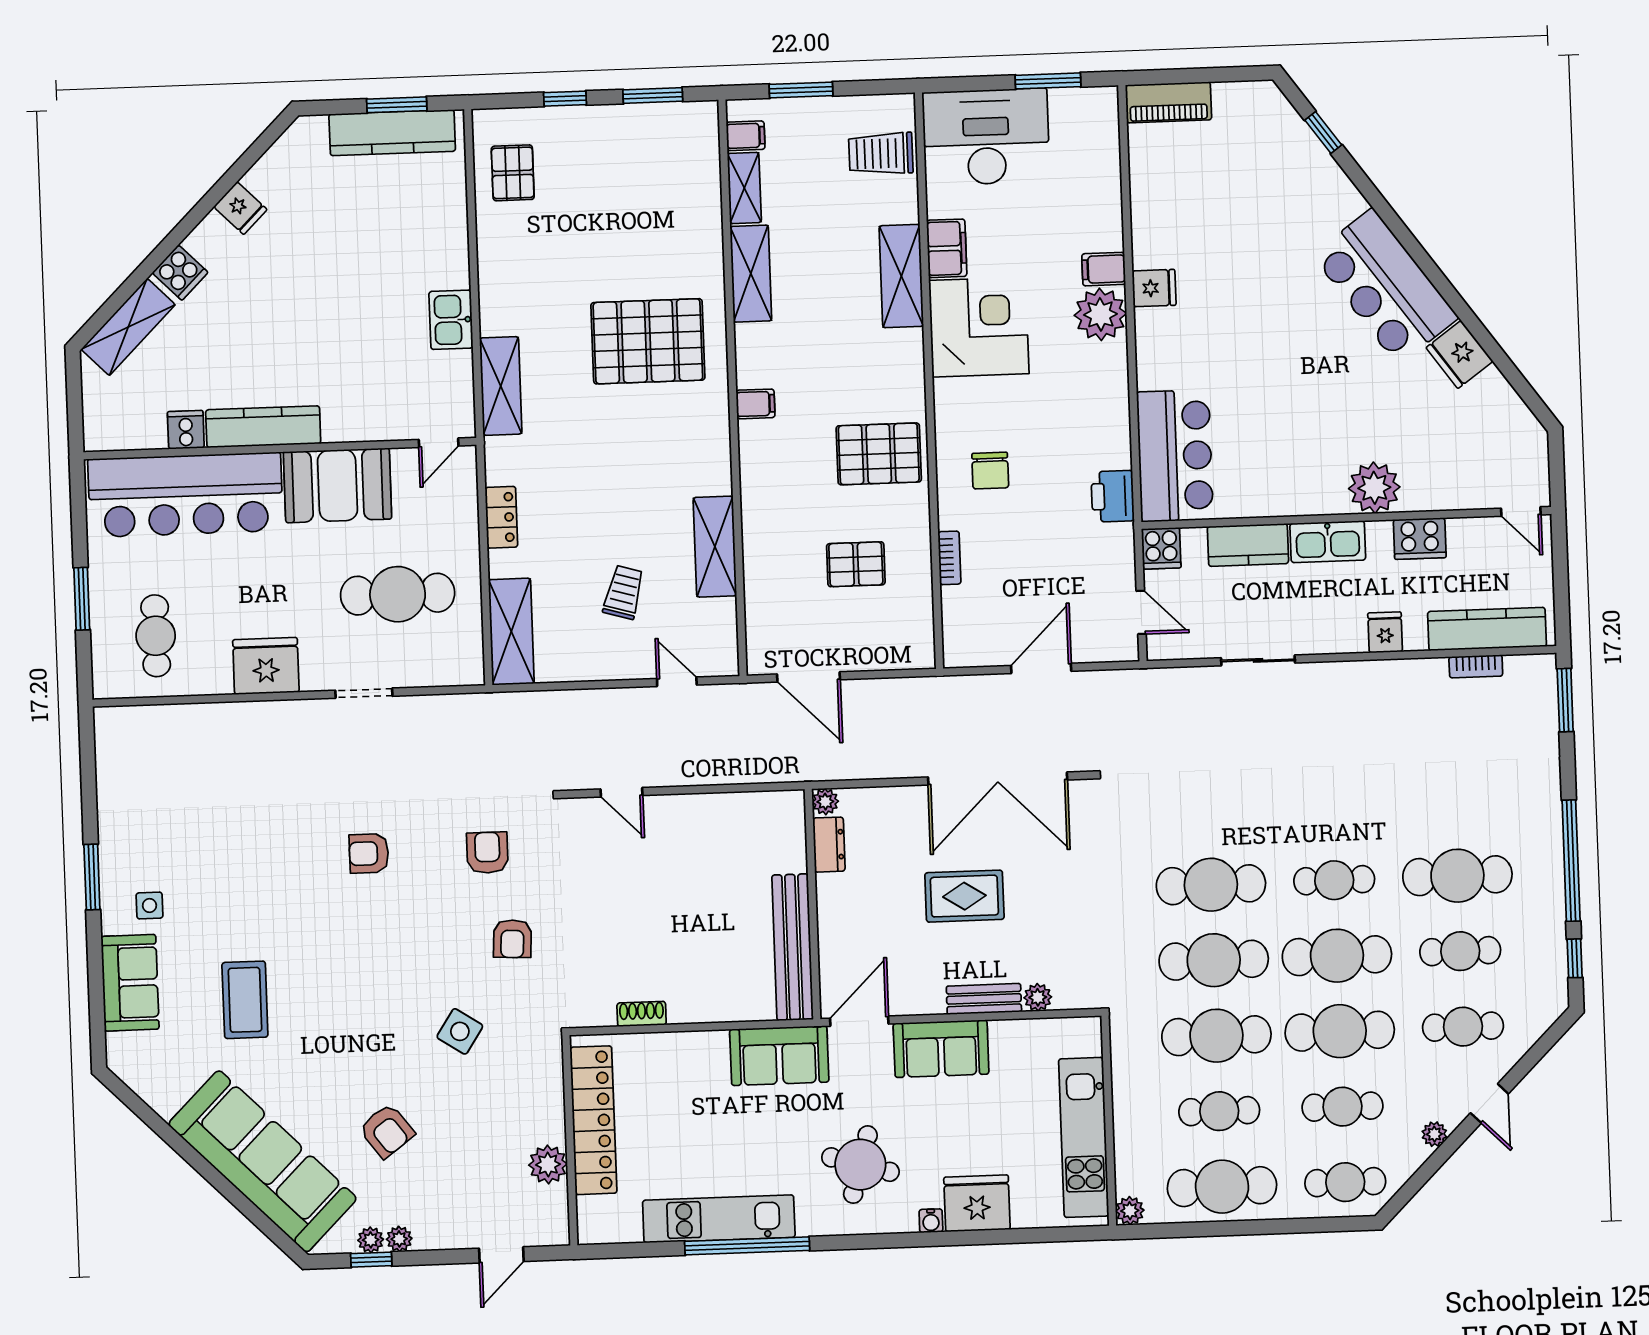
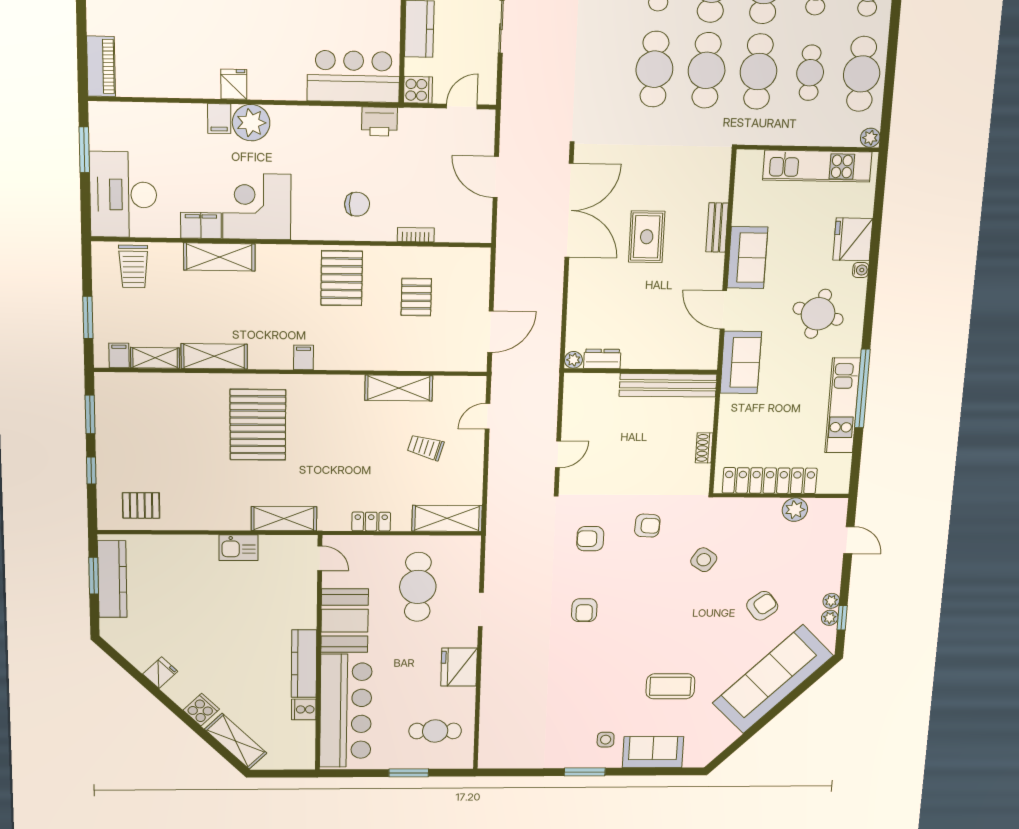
plant: (825, 802) -> (573, 360), moved
dresser: (829, 845) -> (602, 359), moved
wall: (812, 904) -> (641, 371), moved
bench: (792, 947) -> (668, 385), moved
plant: (1038, 997) -> (720, 192), removed

